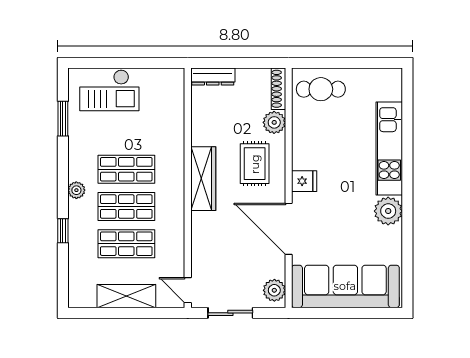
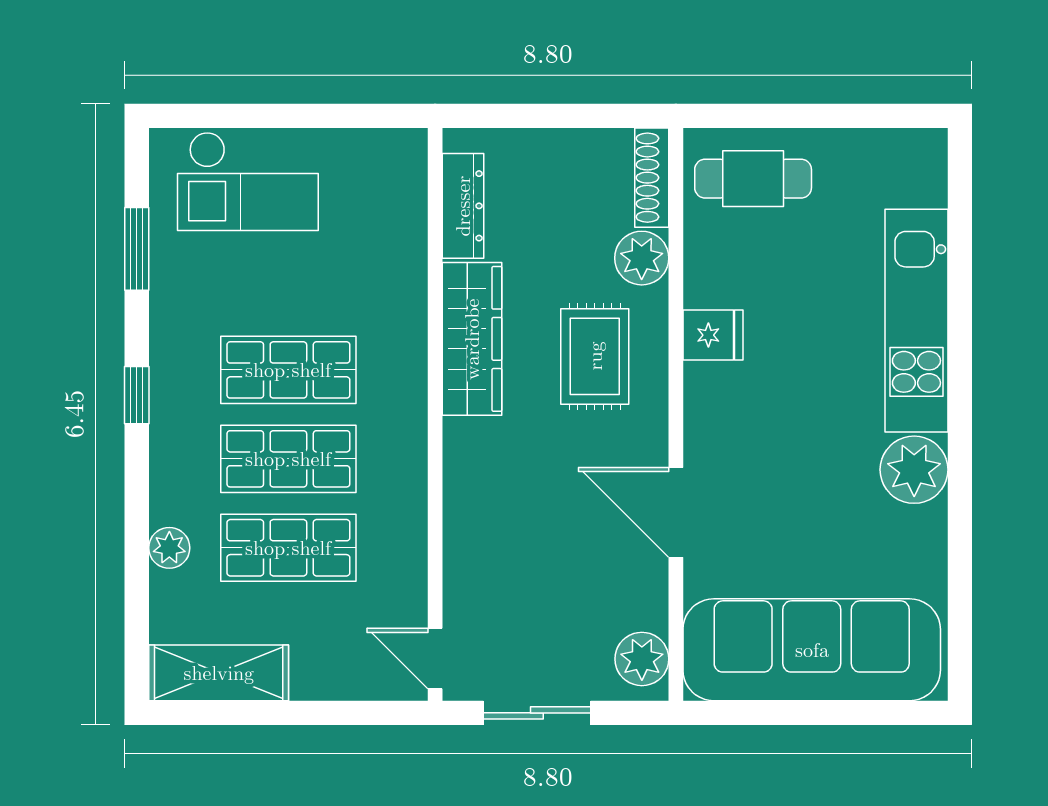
dresser: (213, 77) -> (463, 206), moved, turned -90
wardrobe: (203, 179) -> (472, 339), moved
fridge: (304, 181) -> (713, 335), moved
plant: (76, 190) -> (169, 548), moved
door: (289, 229) -> (676, 512), width x0.73
window: (63, 231) -> (137, 395), moved
shelving: (126, 296) -> (219, 673), moved

